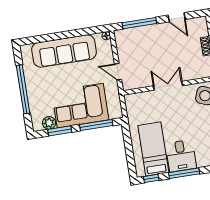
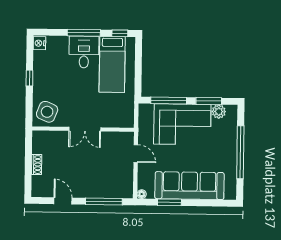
window: (80, 33) -> (169, 202), added

